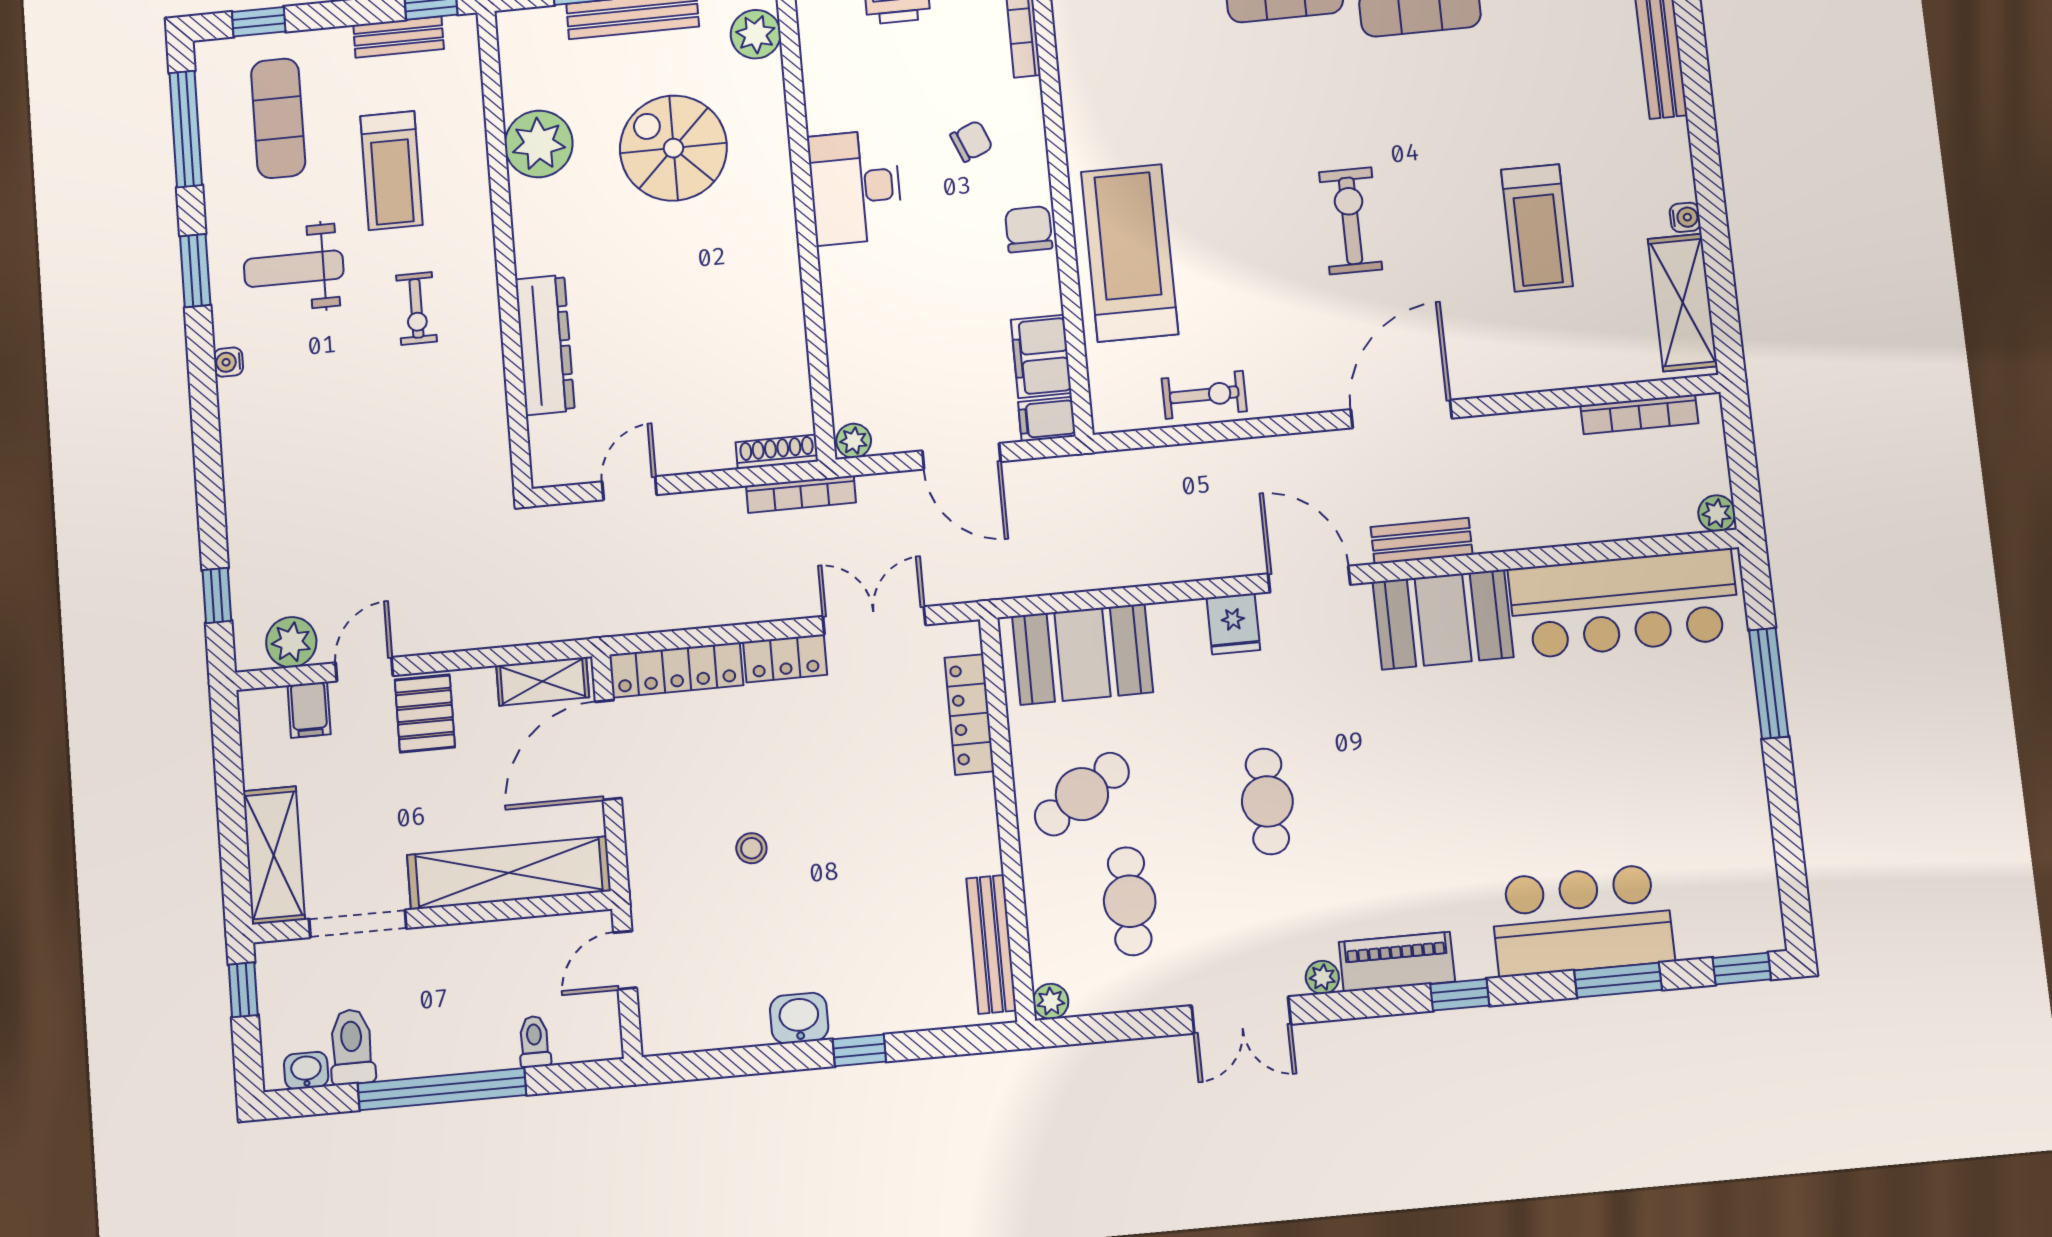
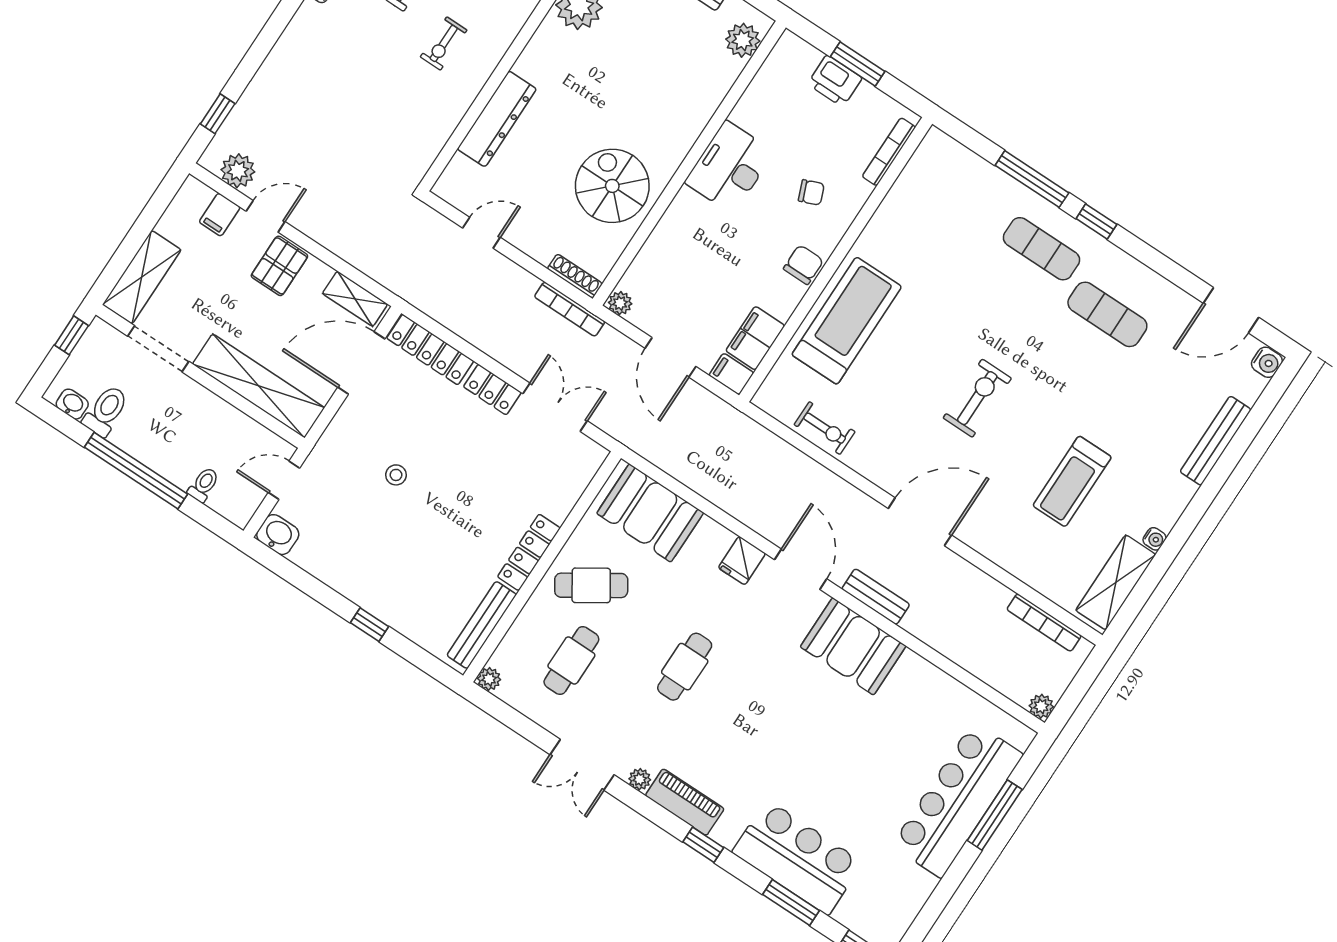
spiral stairs: (673, 148) -> (612, 186), moved
bar counter: (1624, 604) -> (957, 800), moved, turned 90
locker: (969, 714) -> (529, 552), moved
washbasin: (799, 1018) -> (278, 535), moved

